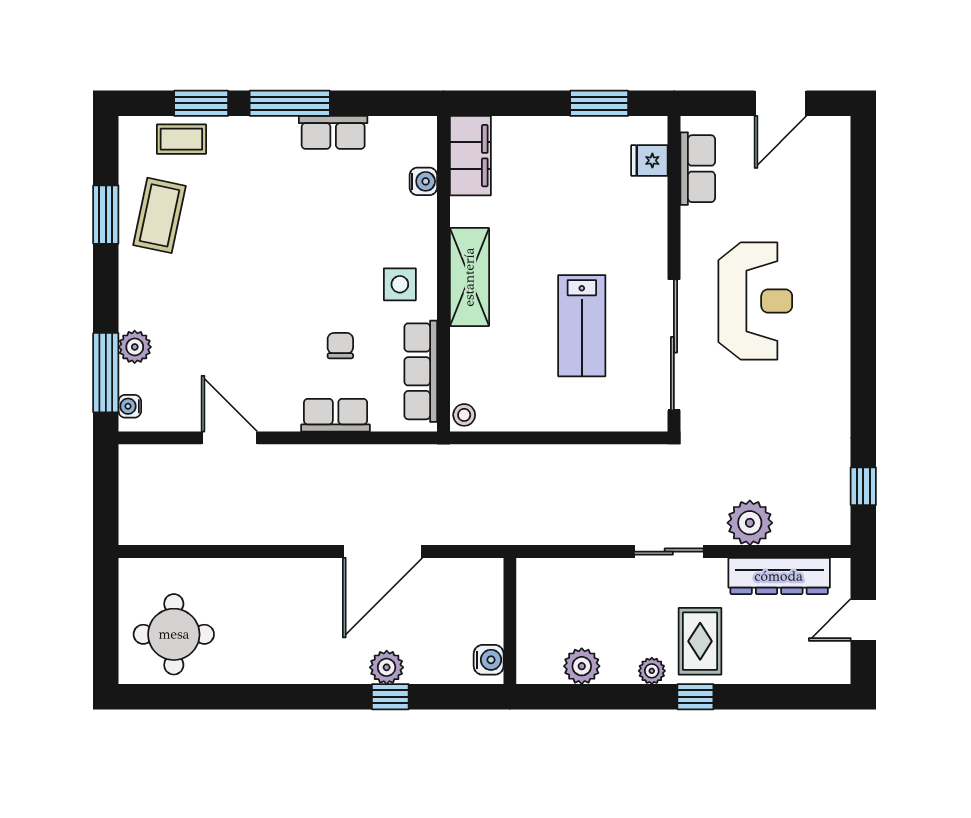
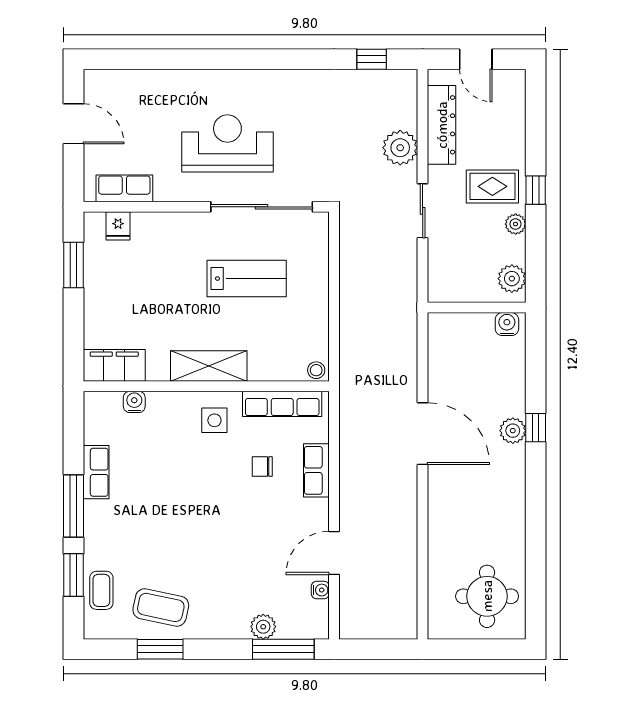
water cooler: (130, 406) -> (320, 590), moved, turned -90
wall: (510, 621) -> (477, 308), moved
water cooler: (489, 660) -> (507, 324), moved

